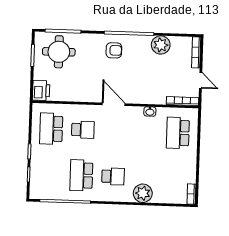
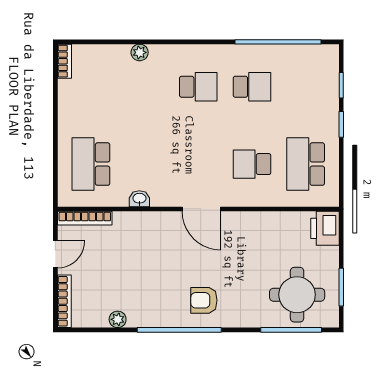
plant: (161, 45) -> (118, 319), width x0.53, depth x0.53
door: (201, 80) -> (55, 254), swing flipped
school desk: (51, 129) -> (306, 164), turned 180
school desk: (178, 133) -> (91, 164), turned 180
school desk: (81, 175) -> (252, 87), width x0.54
school desk: (113, 176) -> (198, 87), turned 180
plant: (143, 193) -> (140, 52), width x0.53, depth x0.53

